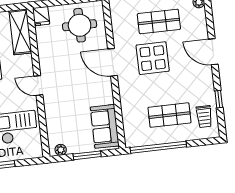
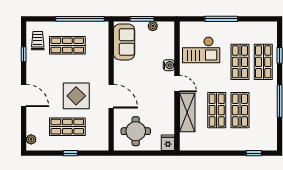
shelving: (20, 32) -> (187, 112), moved
water cooler: (50, 106) -> (169, 65), added
plant: (61, 150) -> (153, 26), moved

